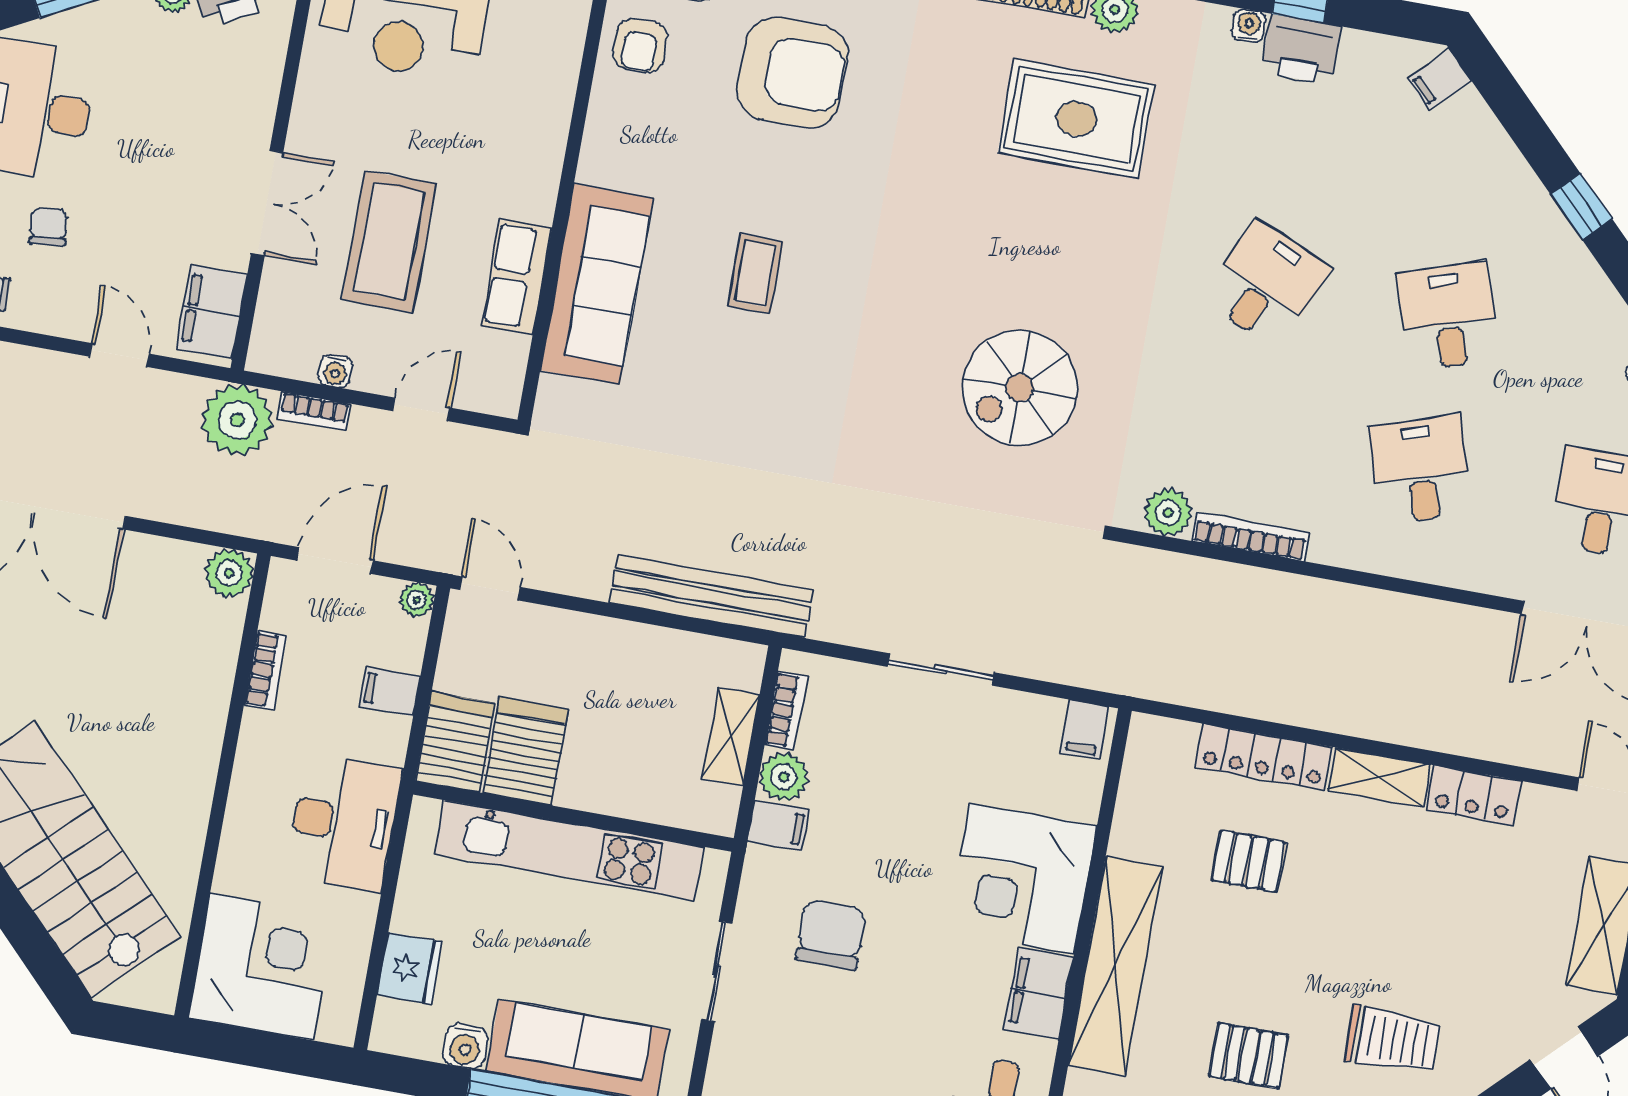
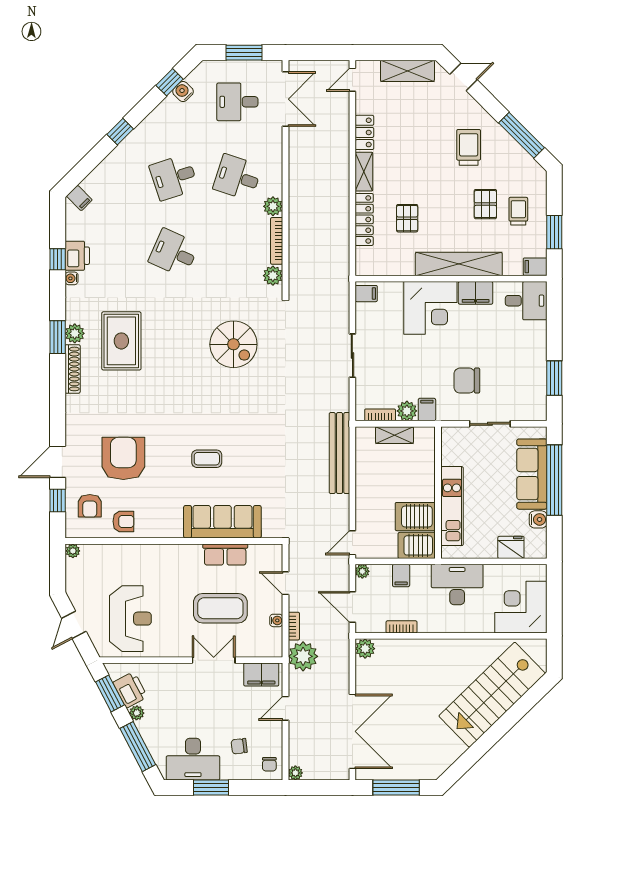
desk: (1421, 470) -> (237, 177), turned 36
plant: (1335, 543) -> (273, 206), added
kitchen unit: (570, 850) -> (452, 506), width x0.73

